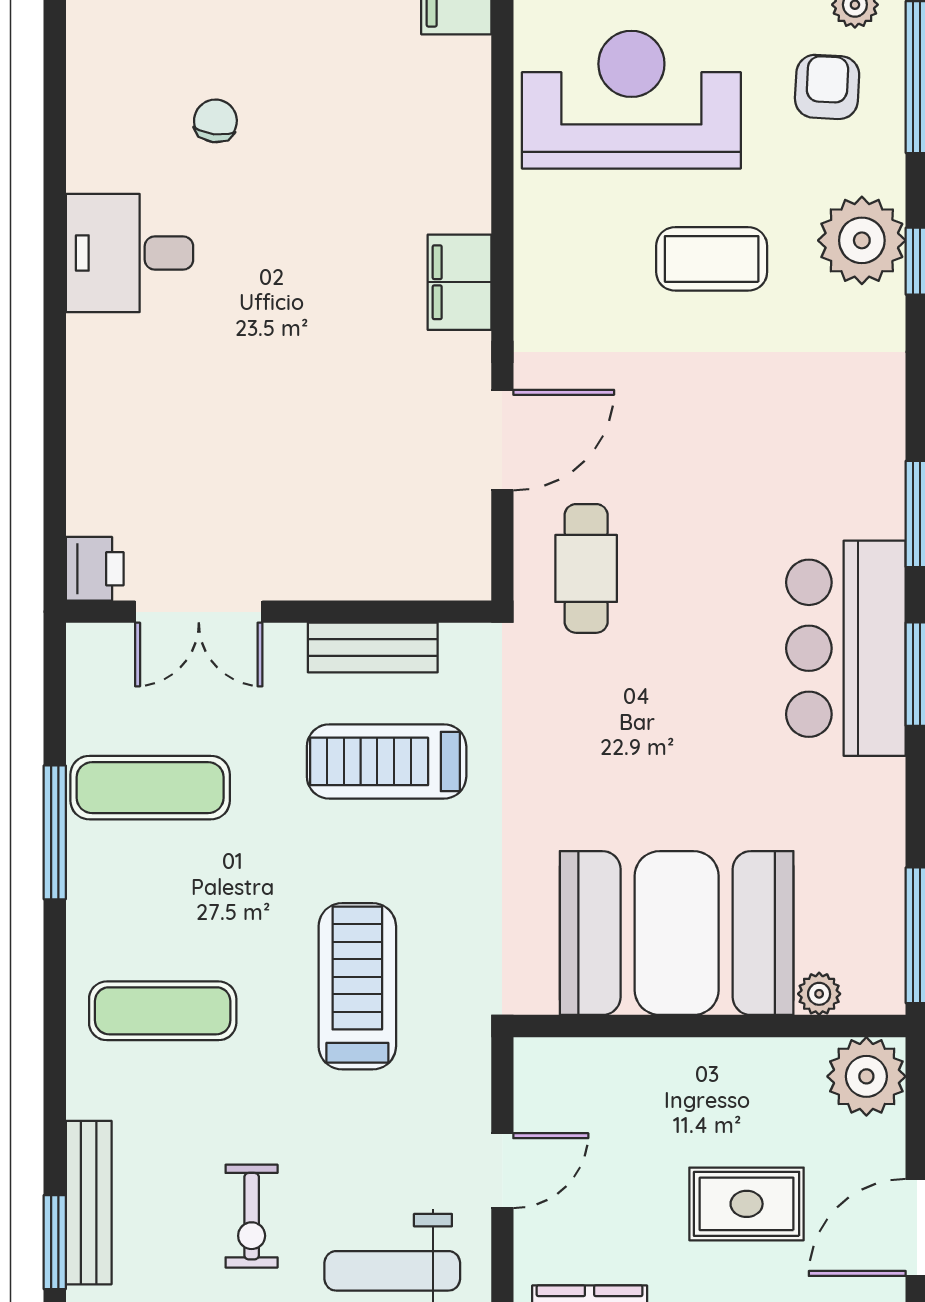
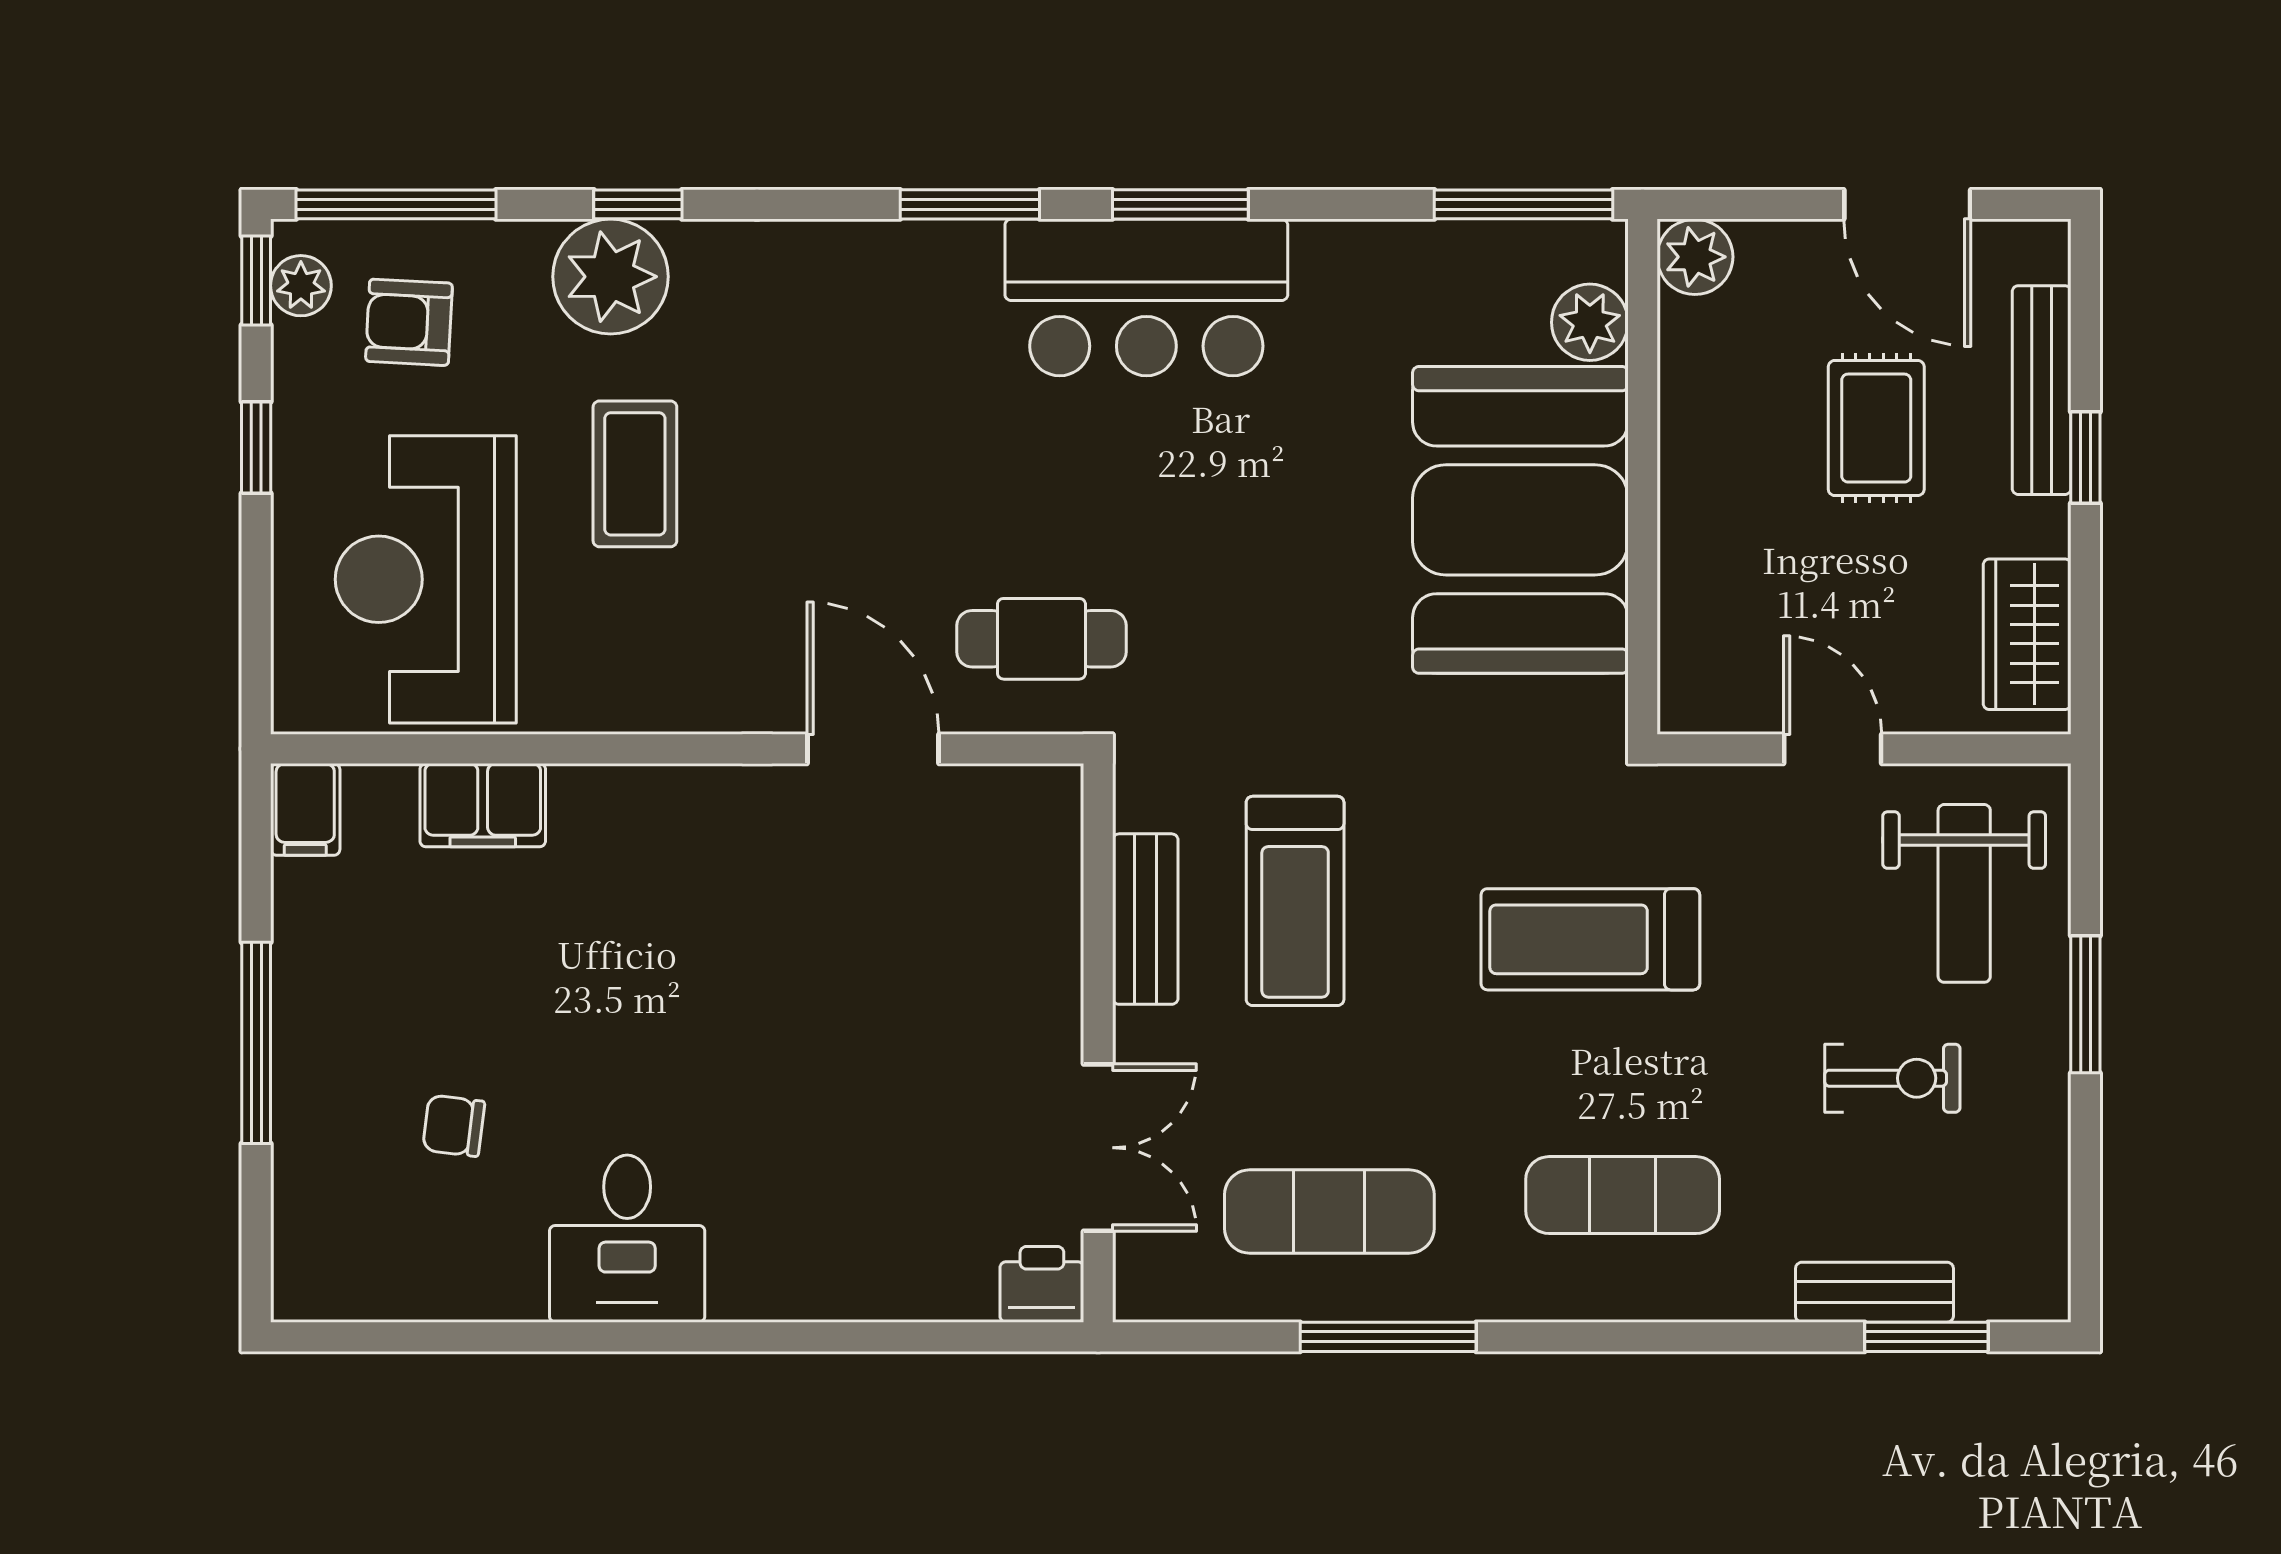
filing cabinet: (459, 282) -> (483, 805), moved
exercise mat: (150, 788) -> (1329, 1212), turned 90
plant: (819, 994) -> (1590, 322), width x1.38, depth x1.38
exercise mat: (163, 1011) -> (1623, 1195), turned 90
plant: (866, 1076) -> (1695, 257), width x0.73, depth x0.73
bench: (89, 1203) -> (1874, 1292), width x0.73

